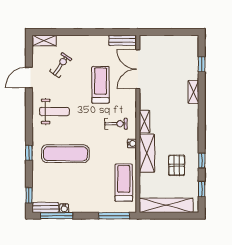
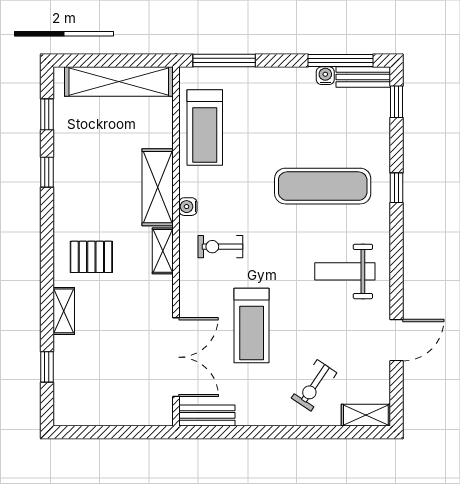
exercise bike: (61, 65) -> (314, 385), moved
pallet: (177, 165) -> (91, 257), moved, turned 90

